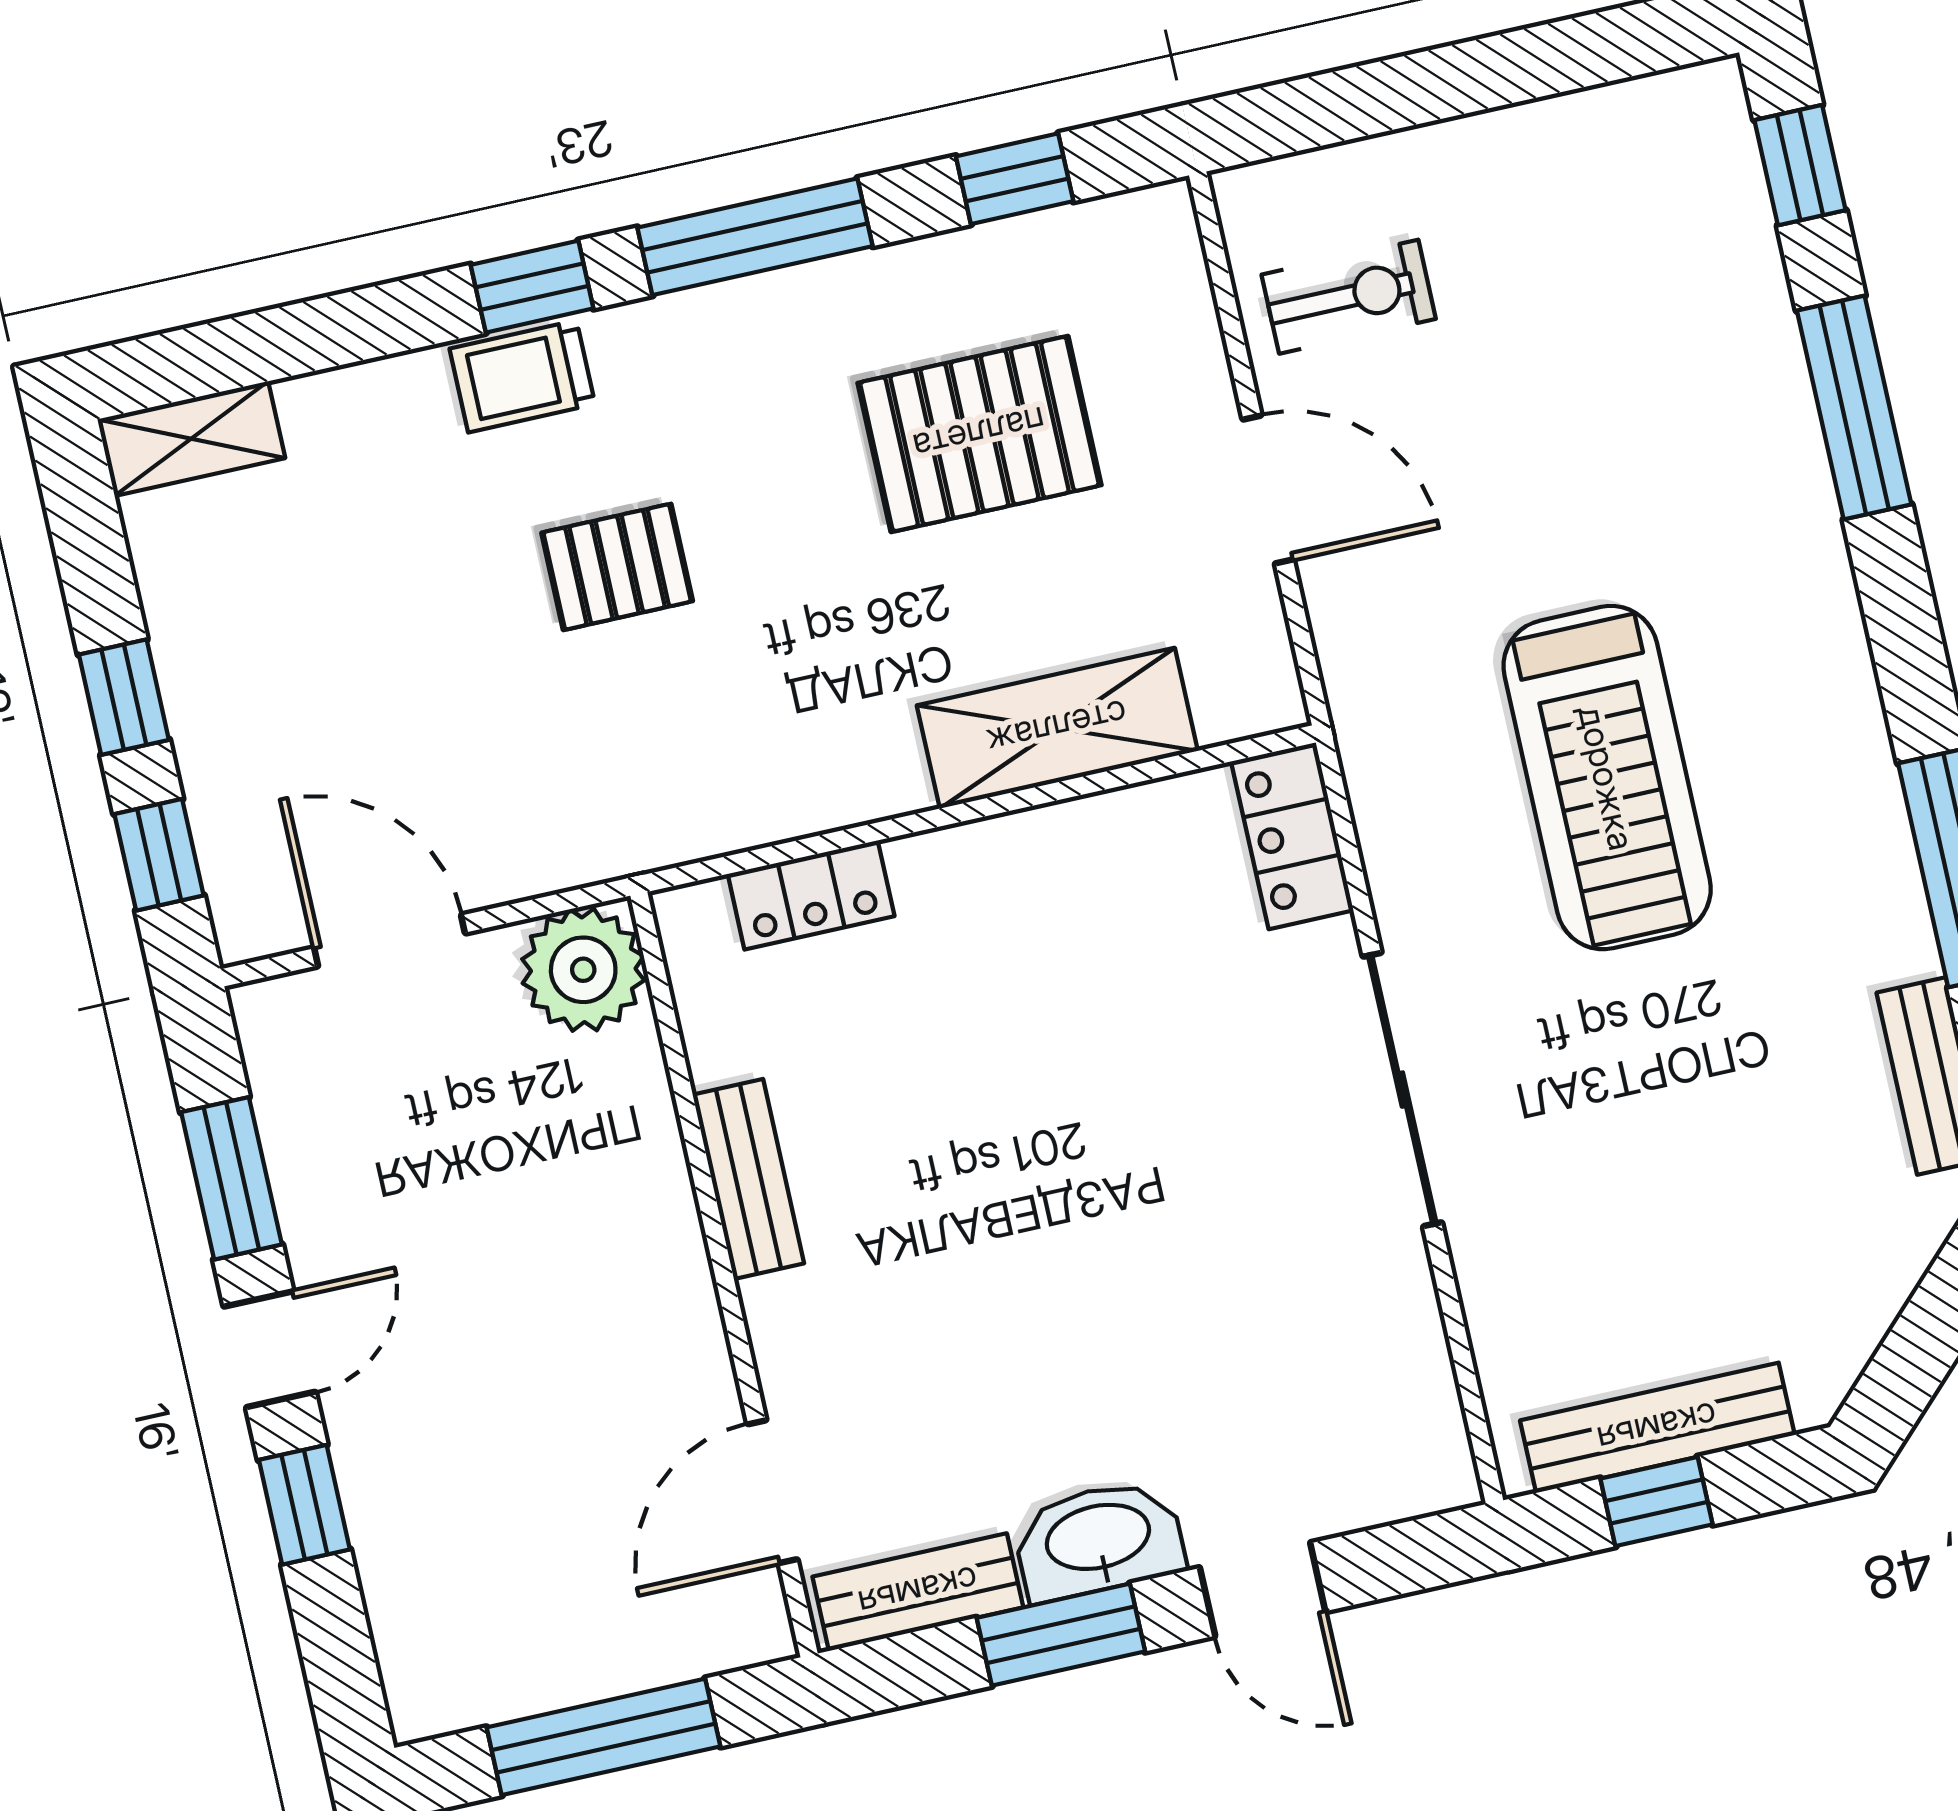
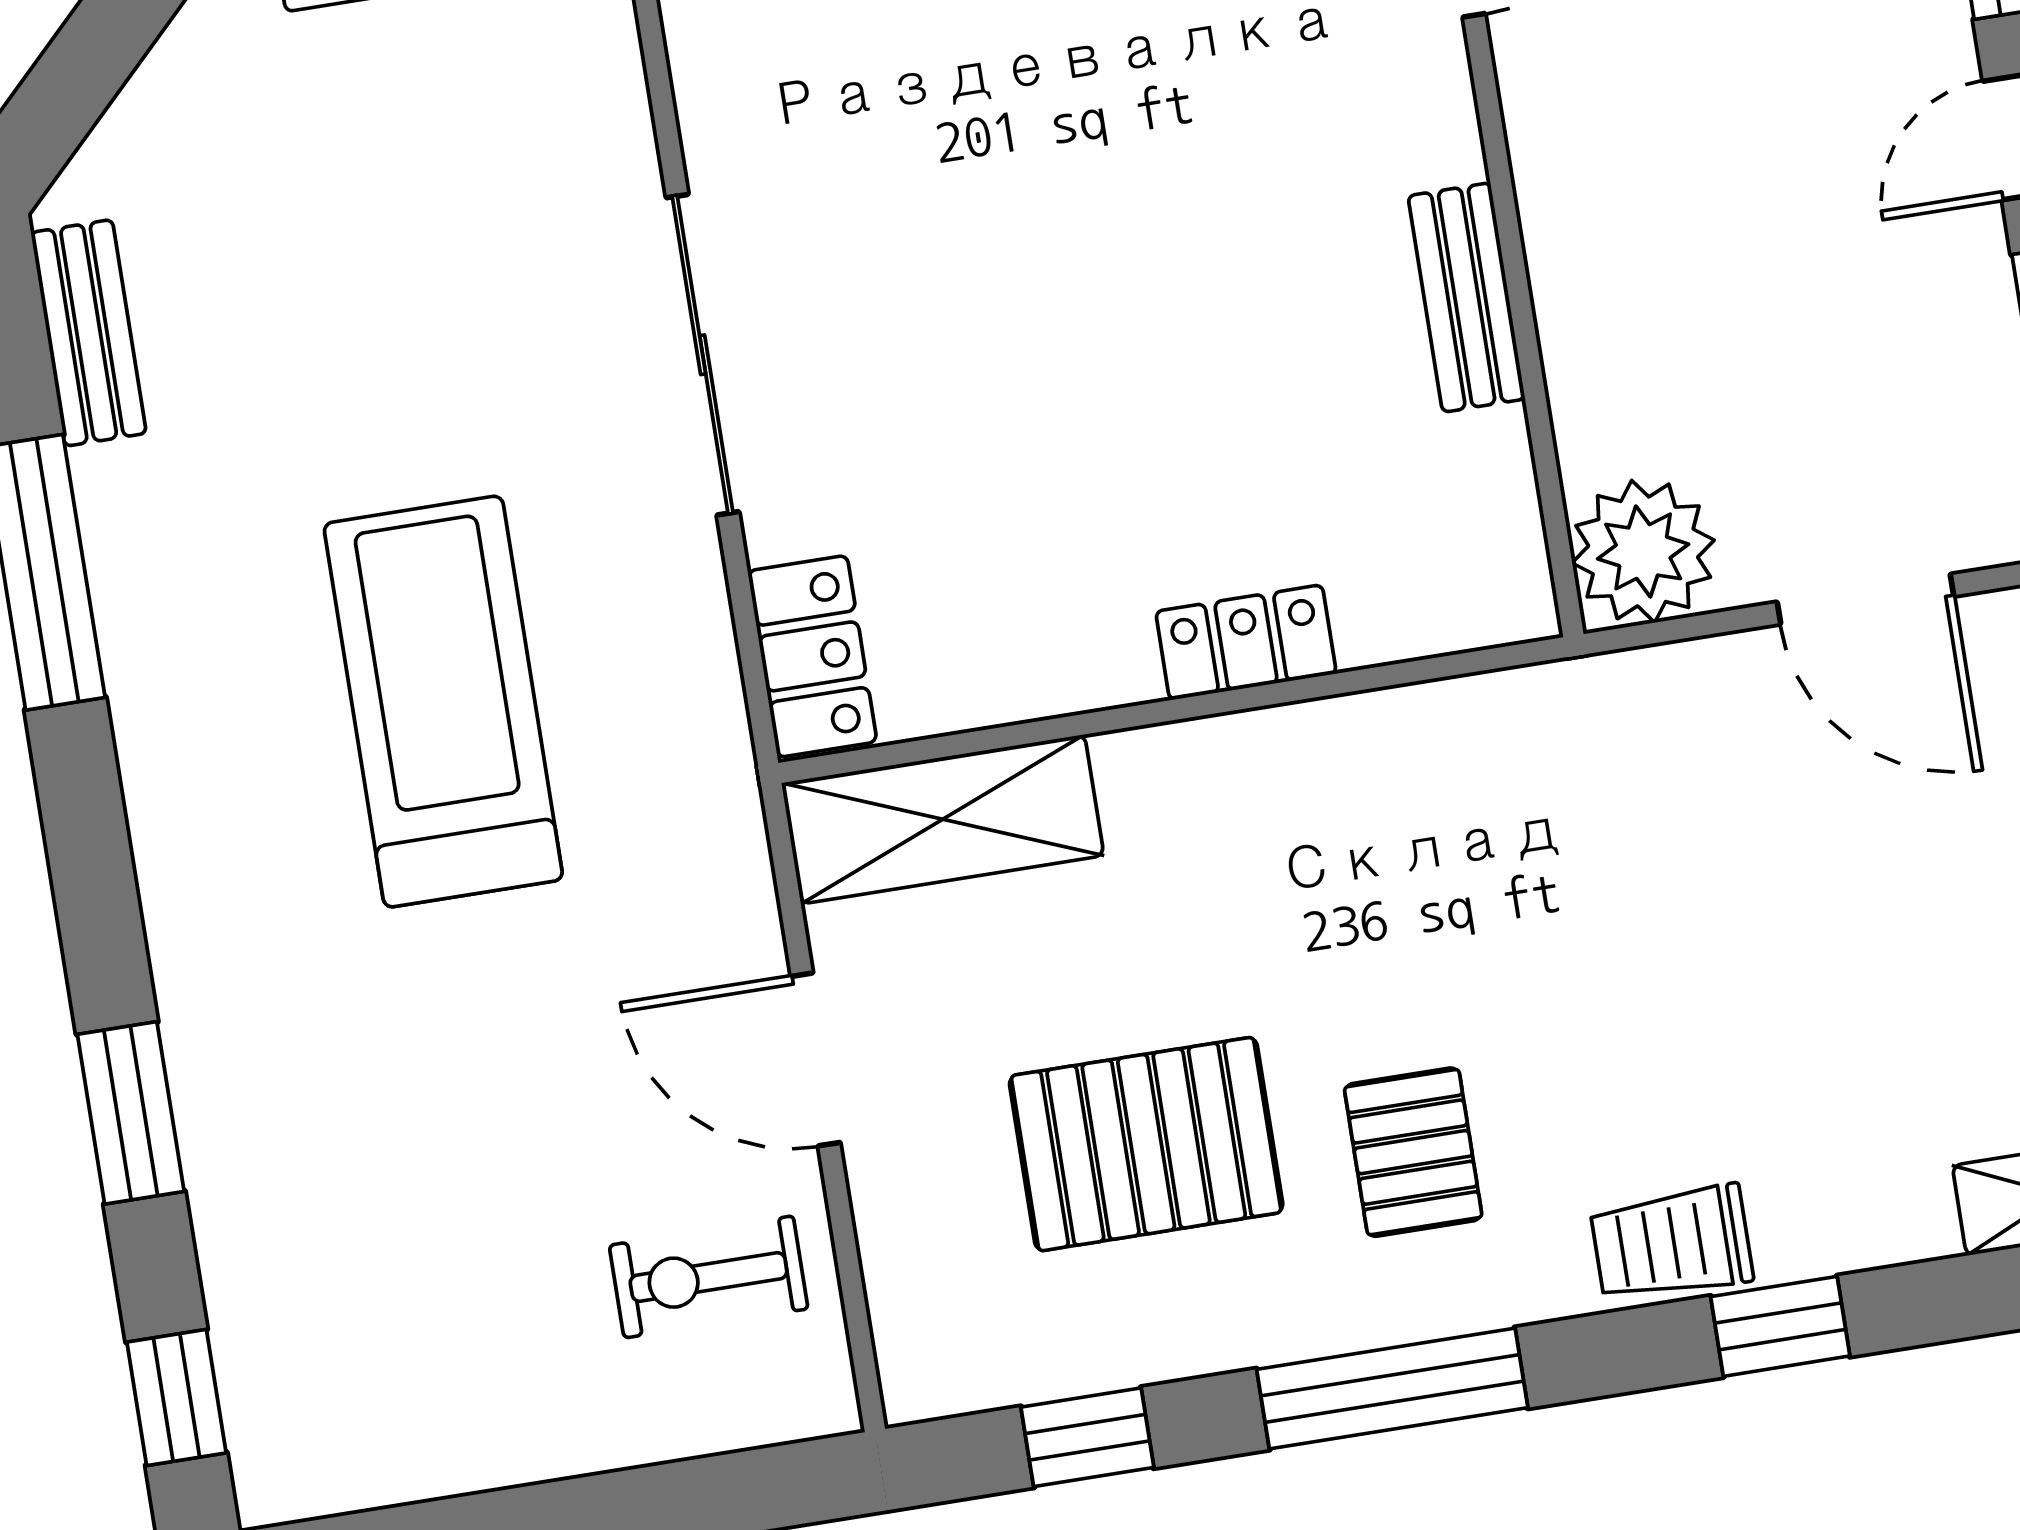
window: (532, 287) -> (1780, 1326), moved
trolley: (522, 376) -> (1672, 1243), turned 180
window: (1854, 407) -> (131, 1113), width x0.69
pallet: (617, 567) -> (1413, 1152), moved, turned 90
shelving: (1057, 728) -> (943, 819), moved
locker: (811, 895) -> (1246, 642), moved

